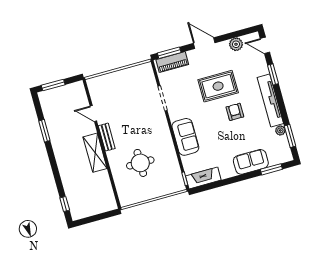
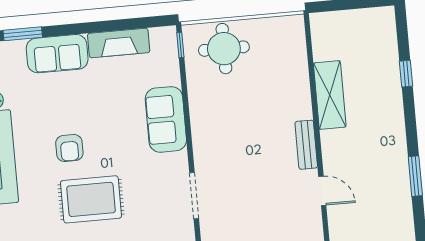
shelving: (95, 153) -> (330, 95), moved
round table: (140, 163) -> (224, 49), moved
fireplace: (203, 178) -> (119, 43), moved
window: (65, 204) -> (406, 74), moved

